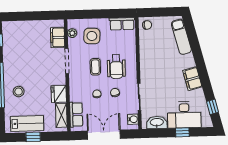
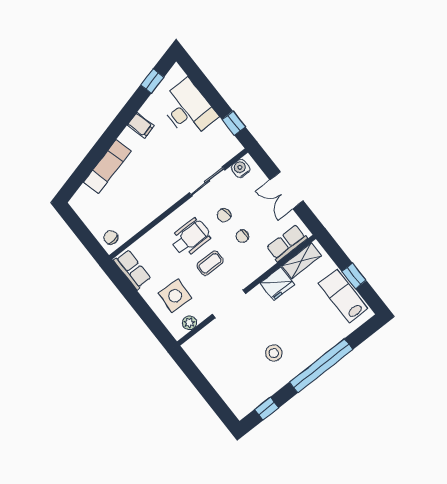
filing cabinet: (58, 37) -> (208, 337), removed
exam couch: (181, 37) -> (107, 167), moved
filing cabinet: (192, 79) -> (141, 125), width x0.50
stool: (19, 92) -> (274, 353), moved
washbasin: (157, 122) -> (223, 136), removed
window: (182, 132) -> (234, 123), moved
double door: (104, 135) -> (287, 190), width x0.73

